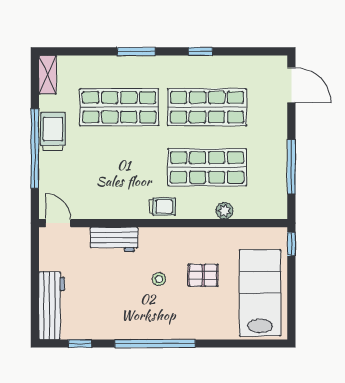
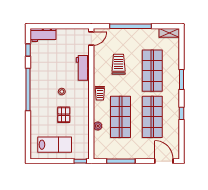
door: (291, 85) -> (164, 161), swing flipped
trolley: (53, 132) -> (119, 64), moved, turned -90
lab bench: (260, 293) -> (55, 145), width x0.73, depth x0.72
workbench: (52, 306) -> (43, 35), width x0.73

